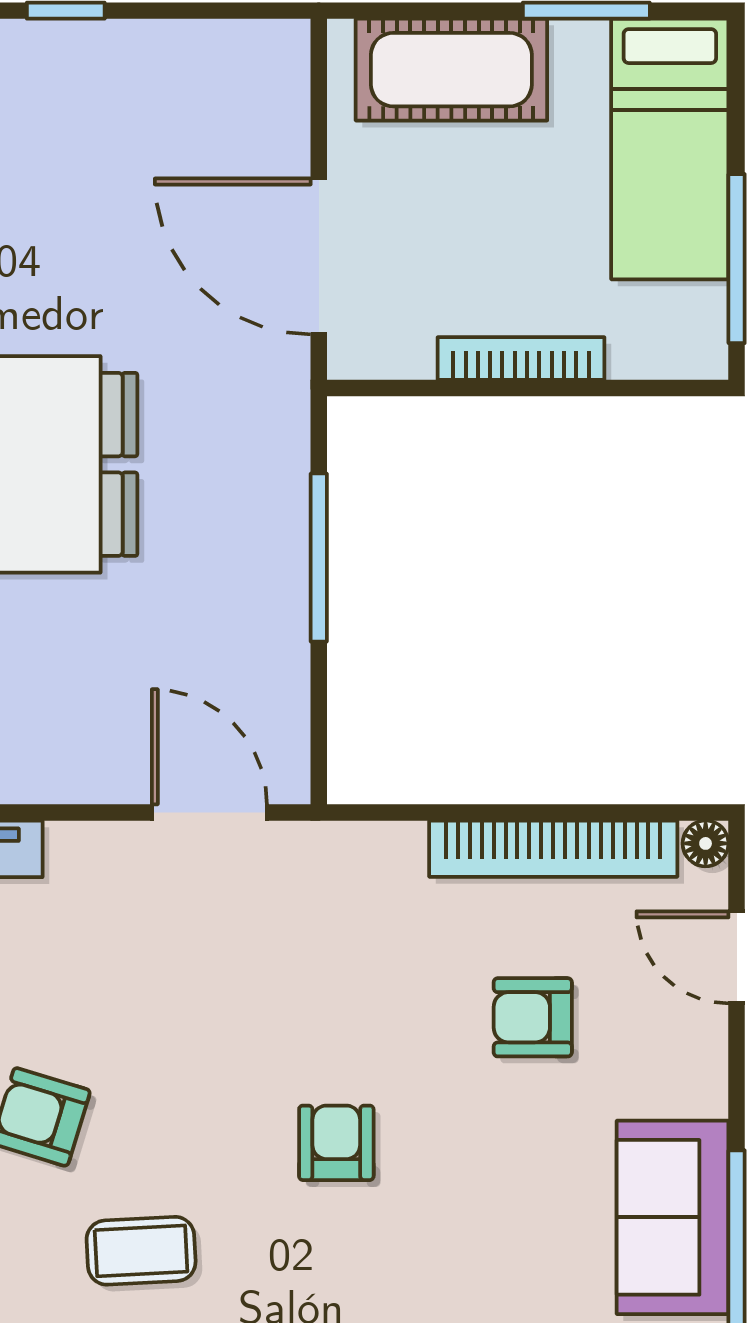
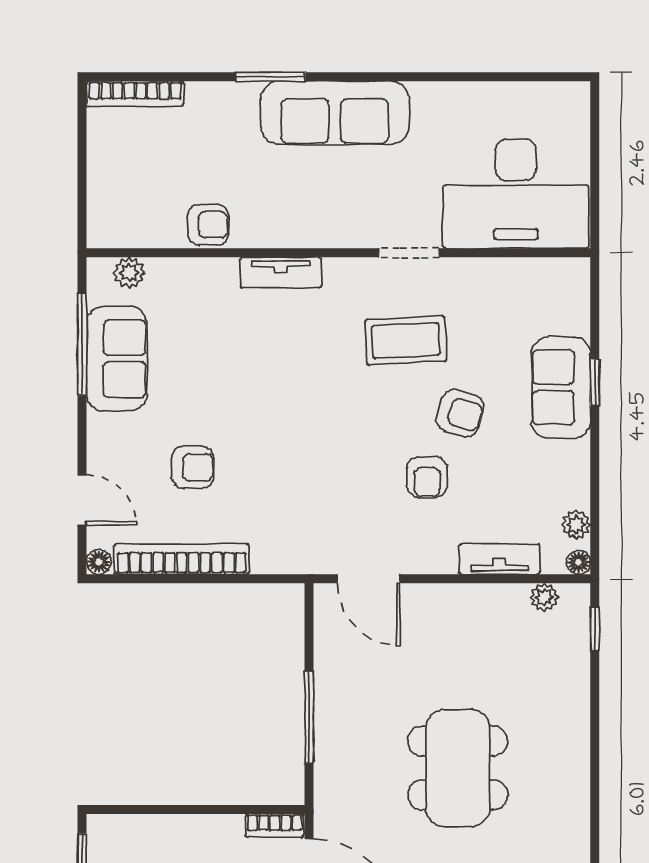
bookcase: (521, 359) -> (275, 826), moved, width x0.64
armchair: (336, 1143) -> (427, 477), moved
coffee table: (141, 1251) -> (406, 340), width x1.36, depth x1.30

